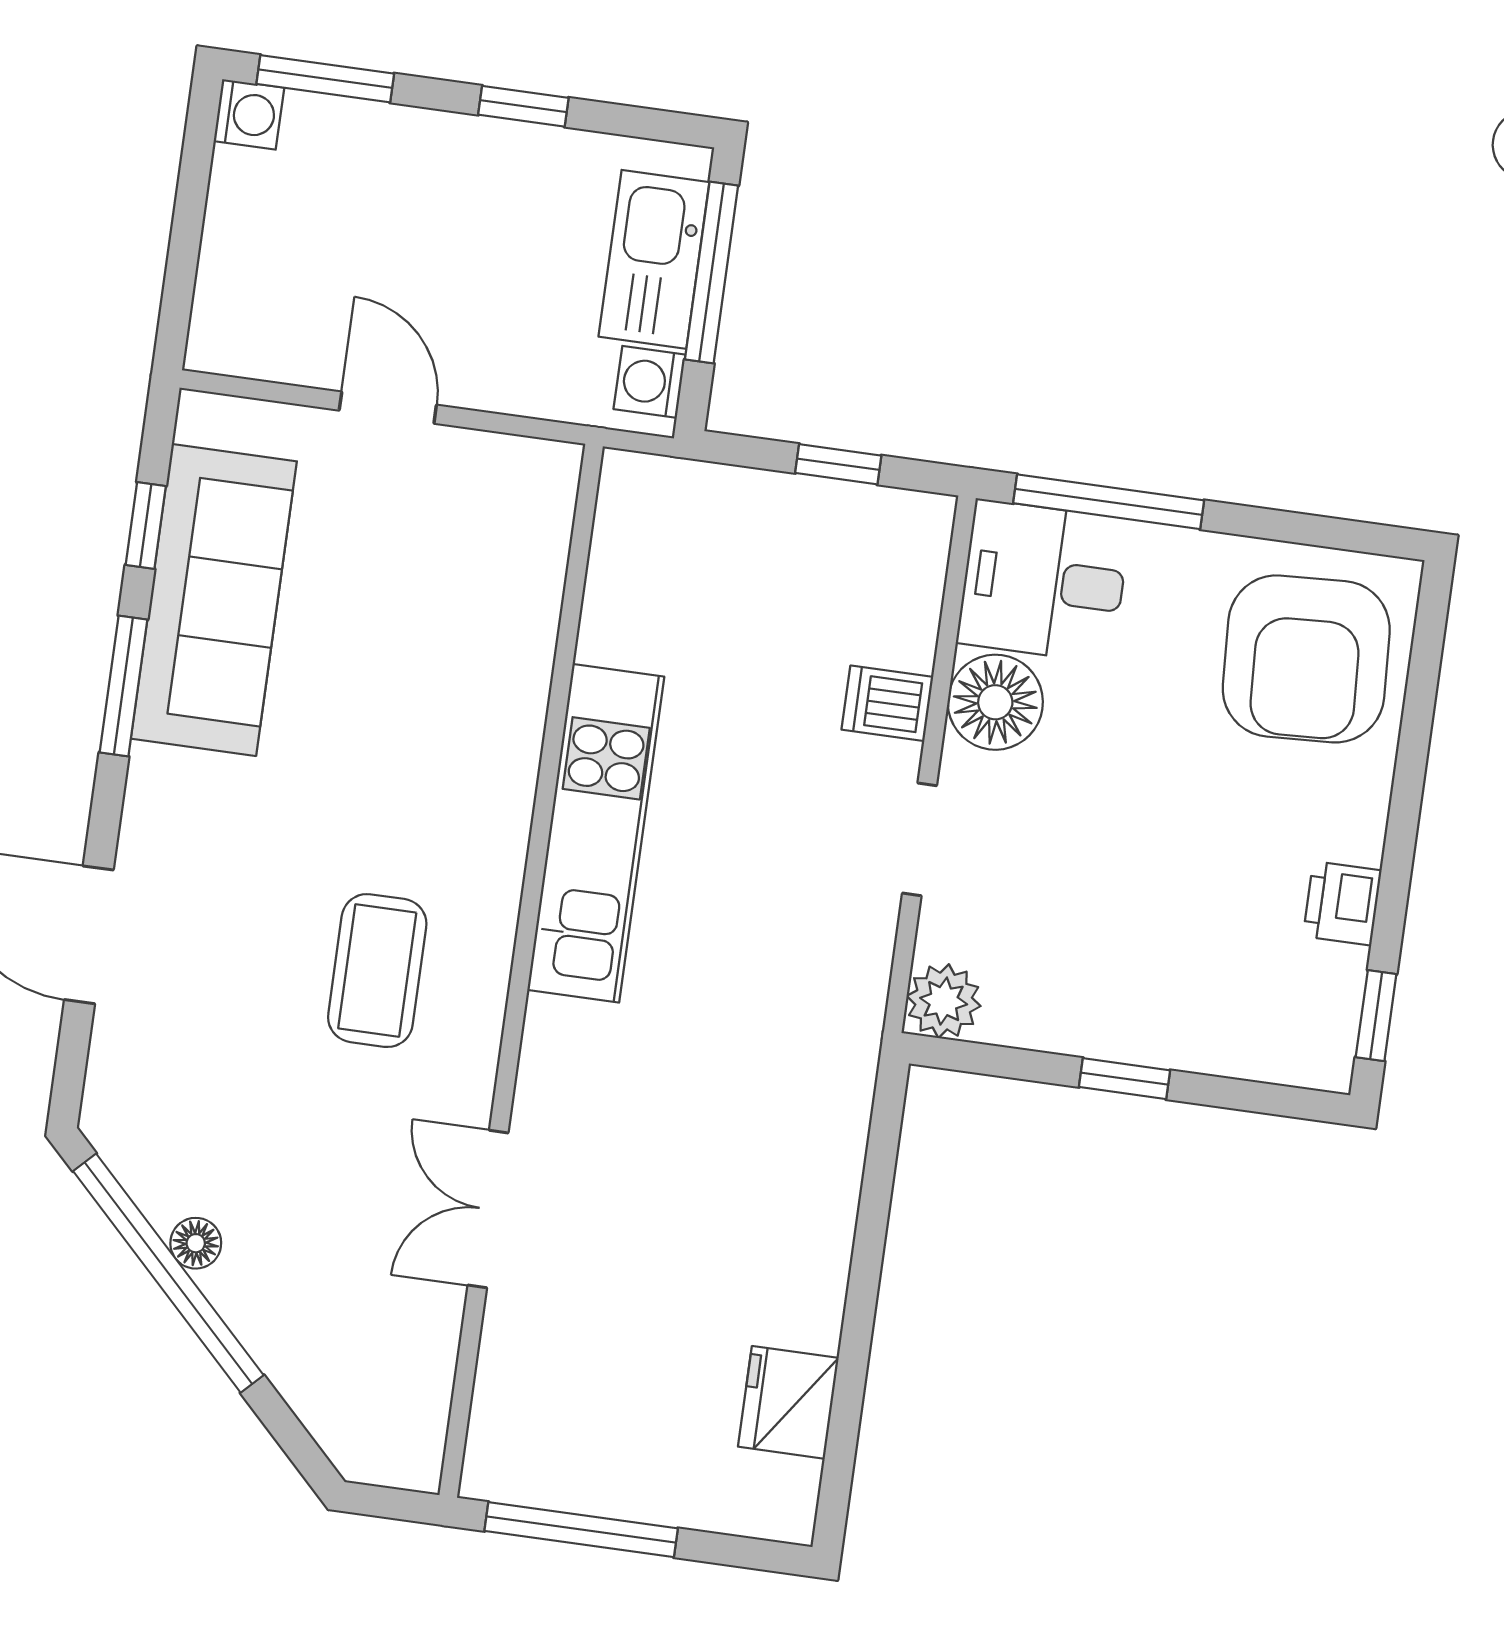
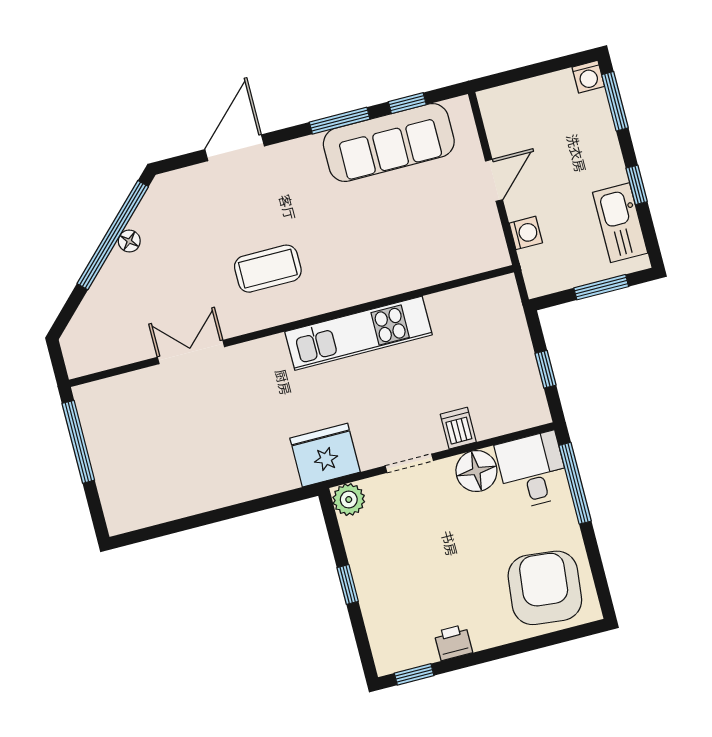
kitchen sink: (654, 259) -> (620, 223), moved, turned -90
window: (712, 272) -> (601, 287), width x0.69
washing machine: (650, 382) -> (526, 233), moved, turned 90
armchair: (1306, 659) -> (545, 588), turned 99
fridge: (788, 1402) -> (325, 455), moved, width x1.36, depth x1.34

